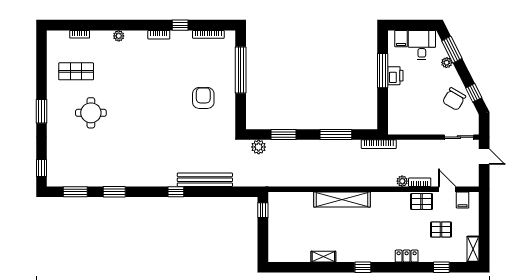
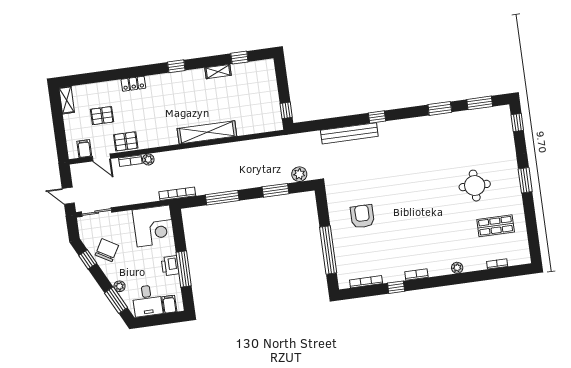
armchair: (203, 98) -> (362, 216), turned 180
corner desk: (406, 116) -> (153, 226), added
window: (441, 267) -> (239, 58), moved

